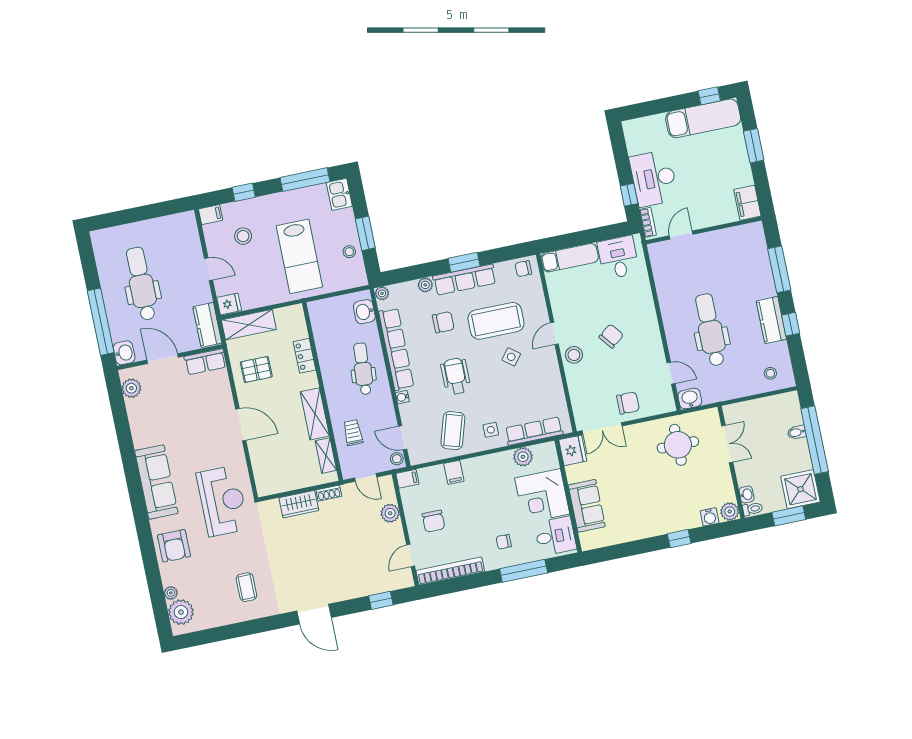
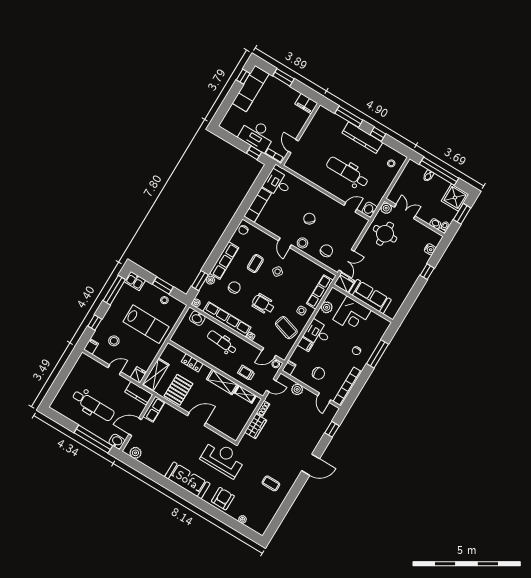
window: (464, 262) -> (200, 281), moved
dental chair: (141, 284) -> (93, 405), turned 180
kitchen counter: (771, 320) -> (362, 138), width x1.50
coffee table: (496, 321) -> (255, 264), width x0.54, depth x0.58
pallet: (256, 369) -> (178, 390), width x1.50, depth x1.42
chair: (628, 403) -> (326, 251), moved
sofa: (587, 506) -> (370, 296), width x1.36
plant: (730, 512) -> (386, 208), moved
desk: (555, 536) -> (318, 333), moved, turned -90
armchair: (174, 546) -> (223, 499), turned -90
plant: (181, 612) -> (255, 523), removed

